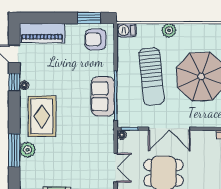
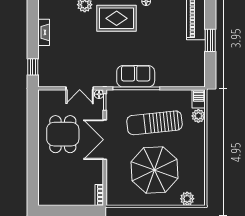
window: (89, 18) -> (210, 40), moved
plant: (169, 30) -> (198, 116), moved
armchair: (96, 39) -> (190, 69), removed
double door: (116, 168) -> (80, 88), moved

